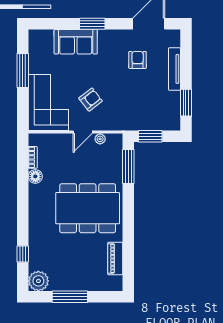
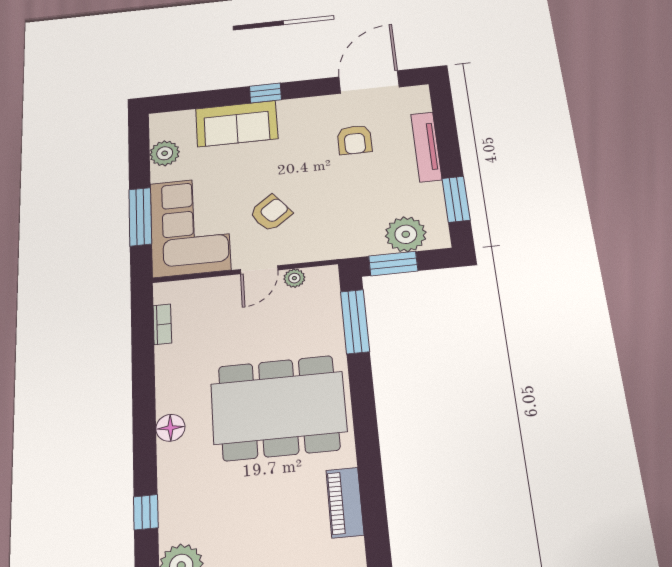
window: (92, 24) -> (265, 93), width x0.67
plant: (36, 56) -> (165, 153), added
armchair: (138, 60) -> (355, 140), turned 180
window: (23, 70) -> (140, 217), moved
plant: (158, 120) -> (406, 234), added
floor lamp: (35, 176) -> (170, 428), moved

